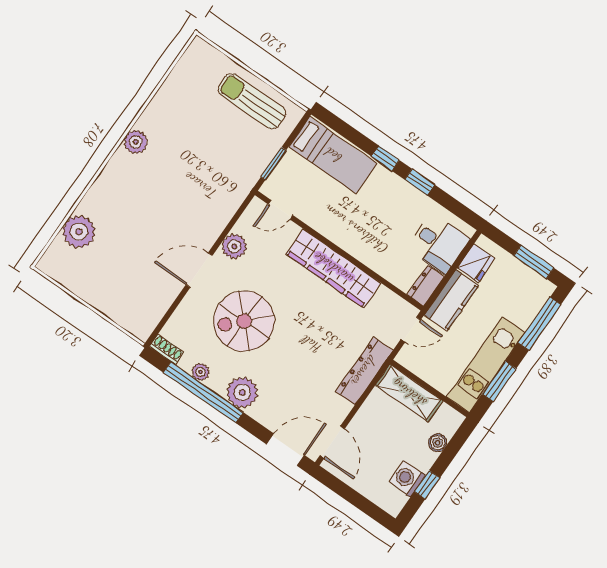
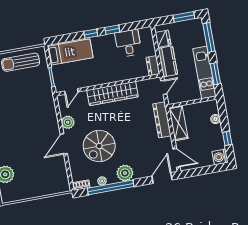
desk: (438, 243) -> (128, 43), moved, turned -90
shelving: (409, 393) -> (178, 123), moved, turned 90
washing machine: (407, 479) -> (220, 157), moved

